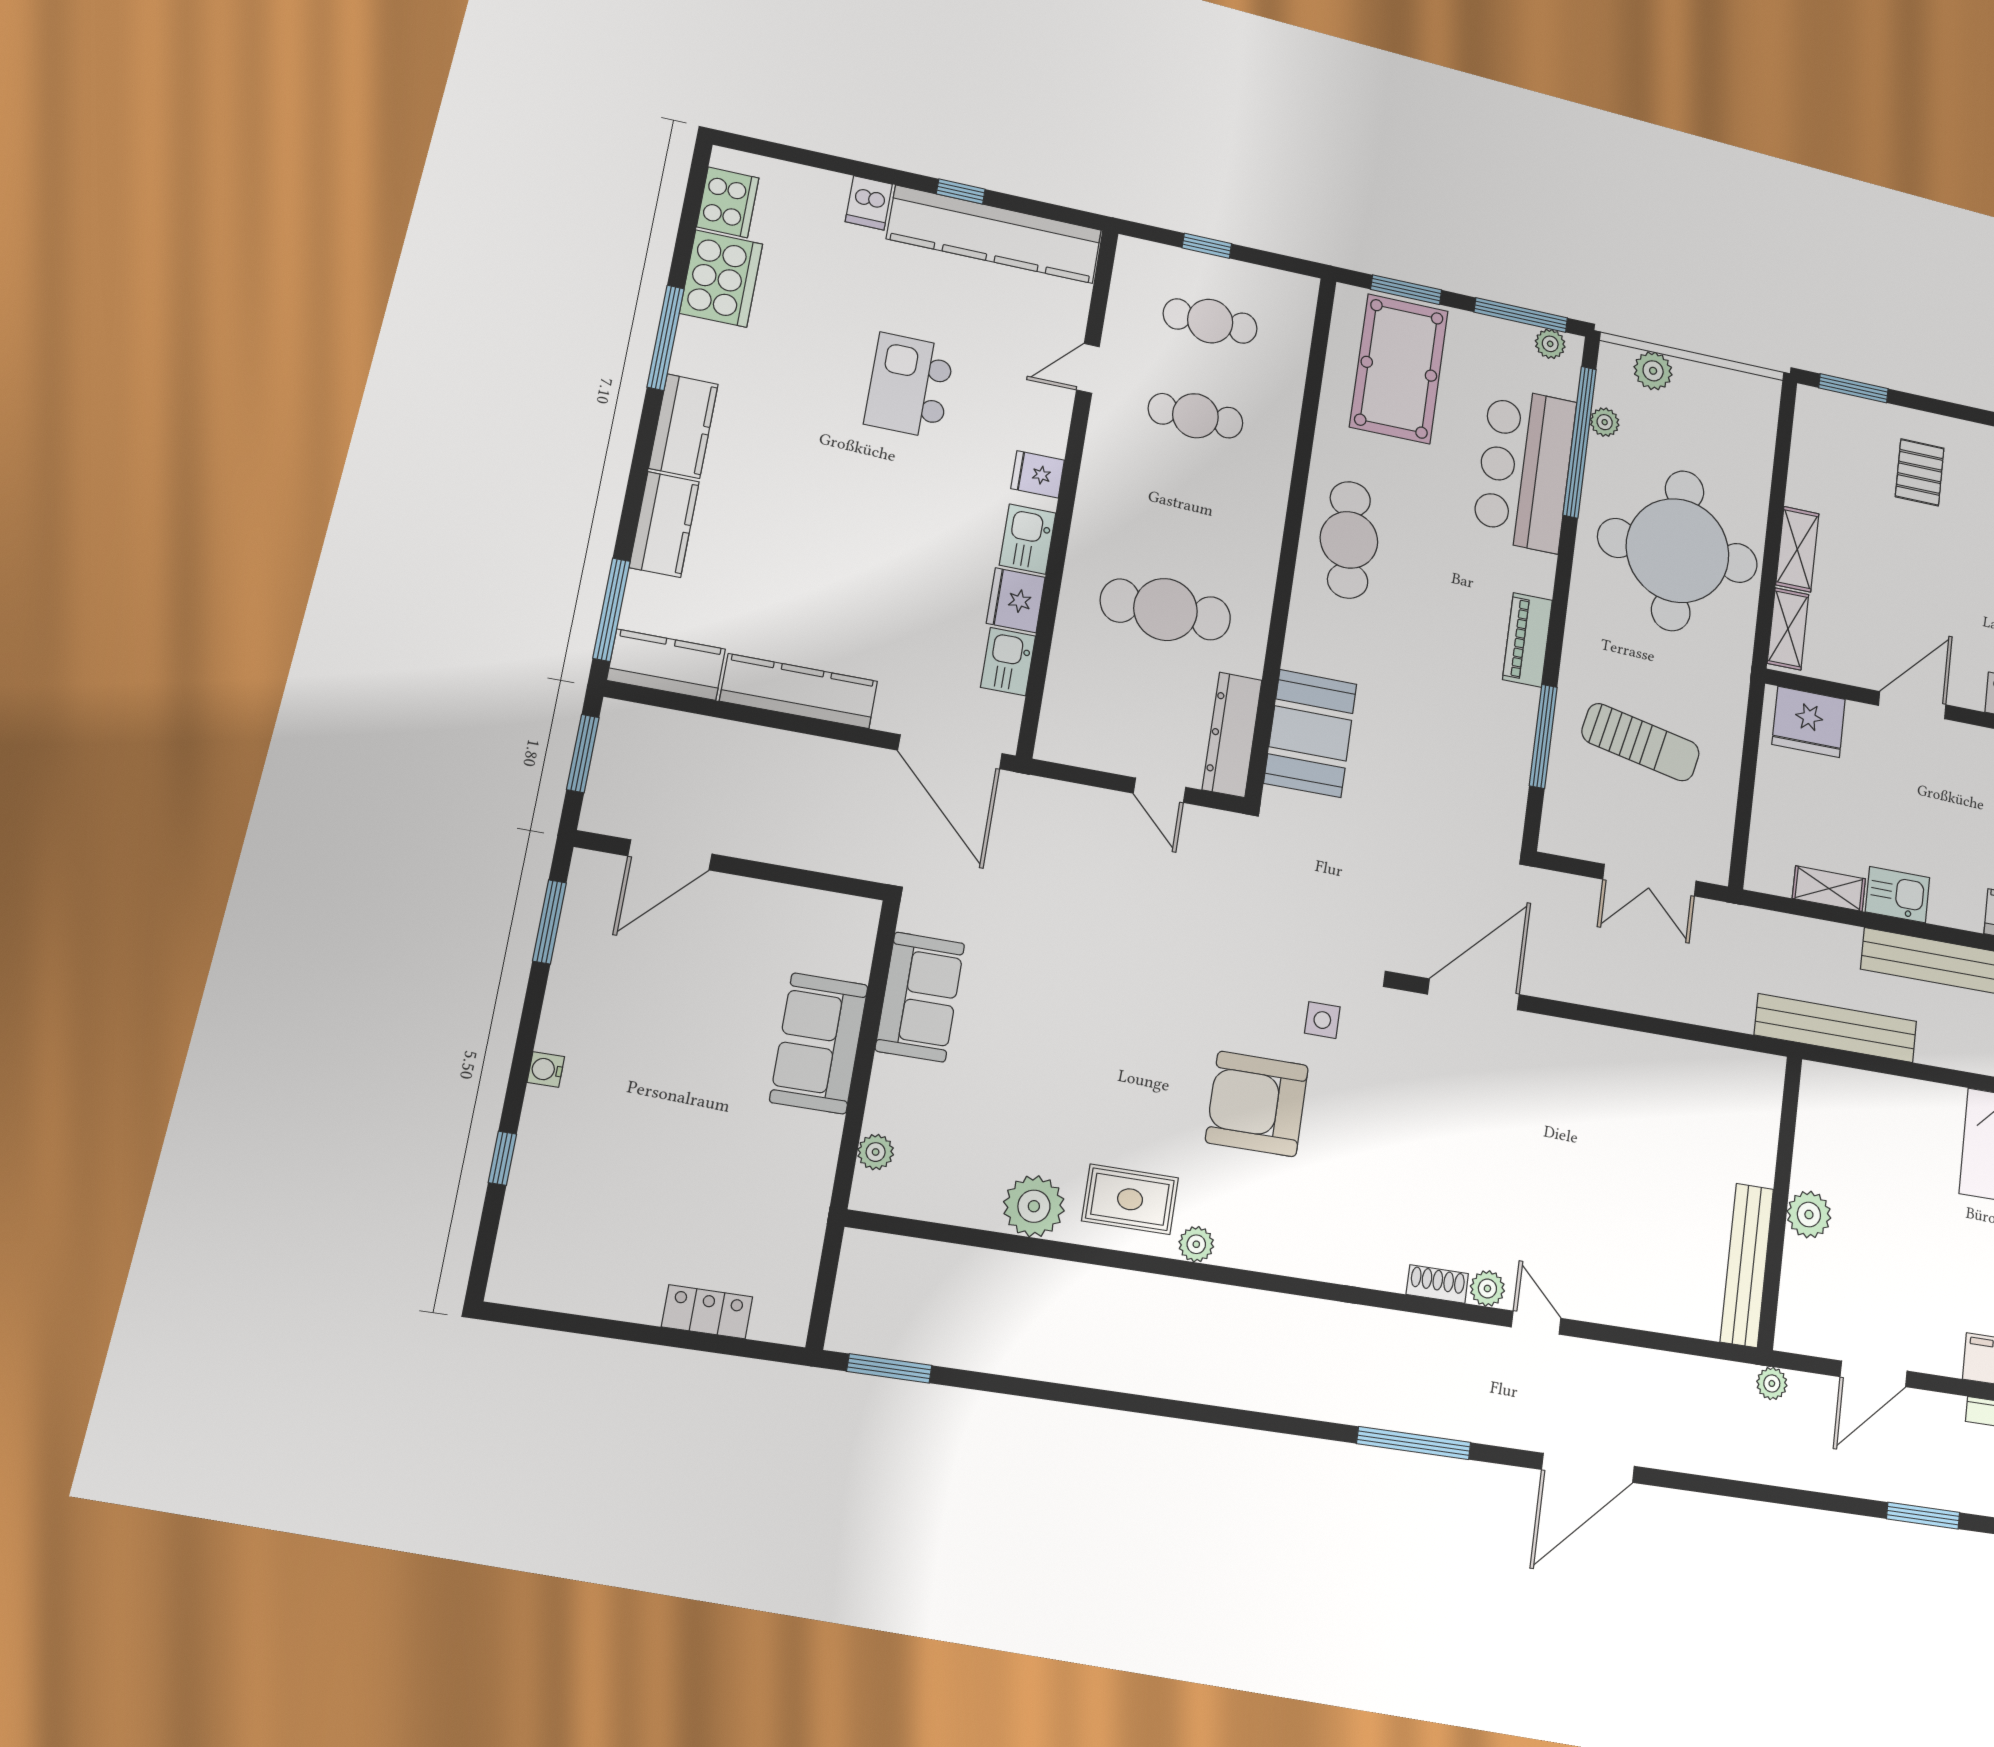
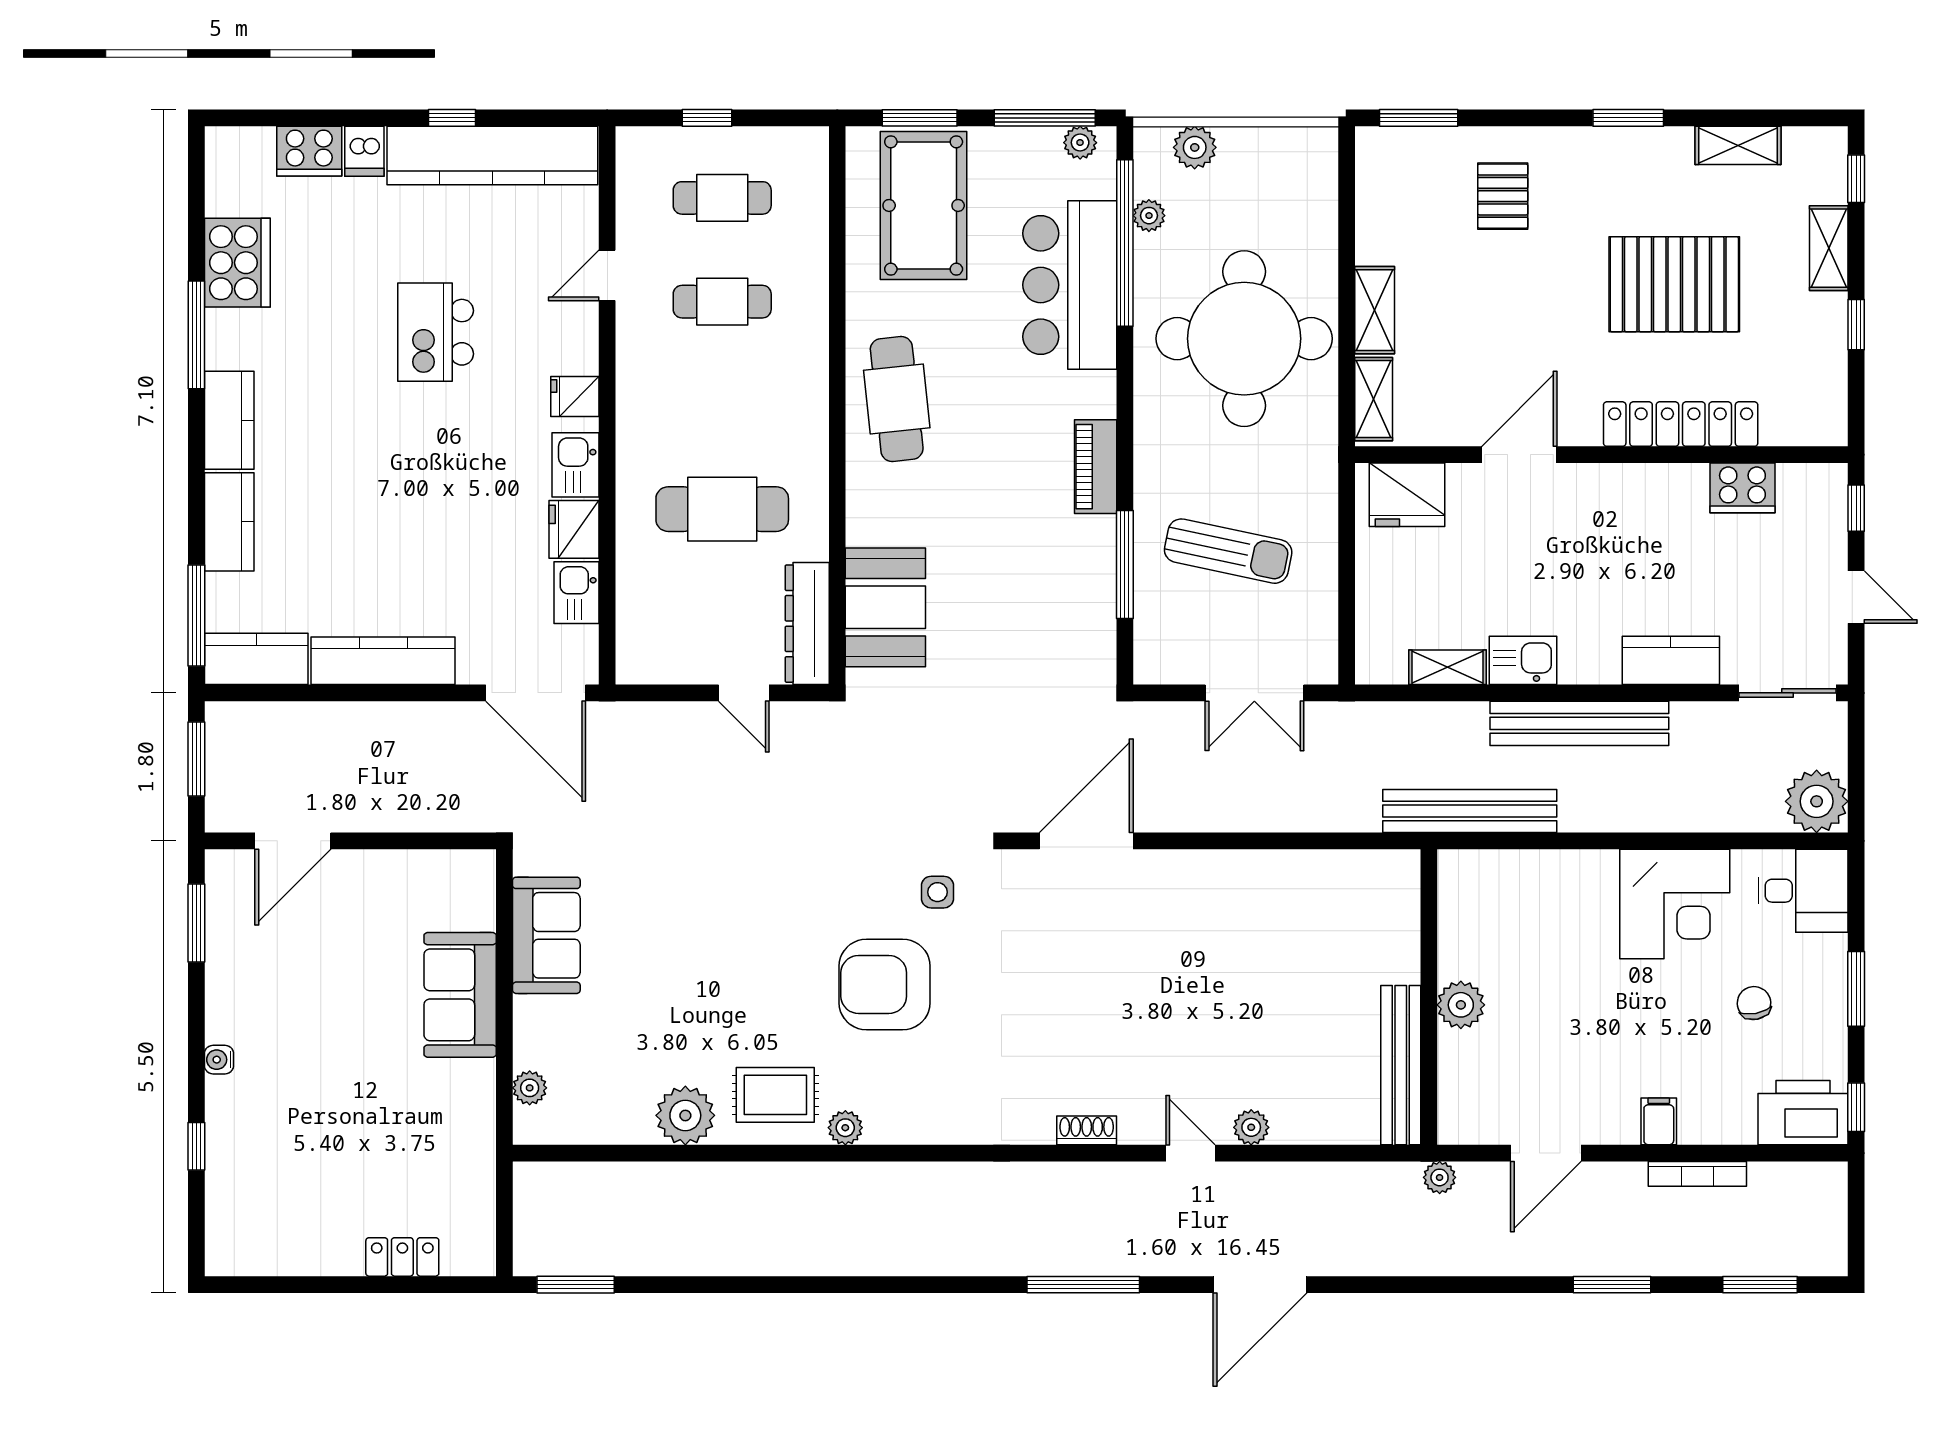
cooker: (728, 202) -> (309, 151), moved, turned 90
plant: (1487, 1288) -> (1251, 1127), moved

